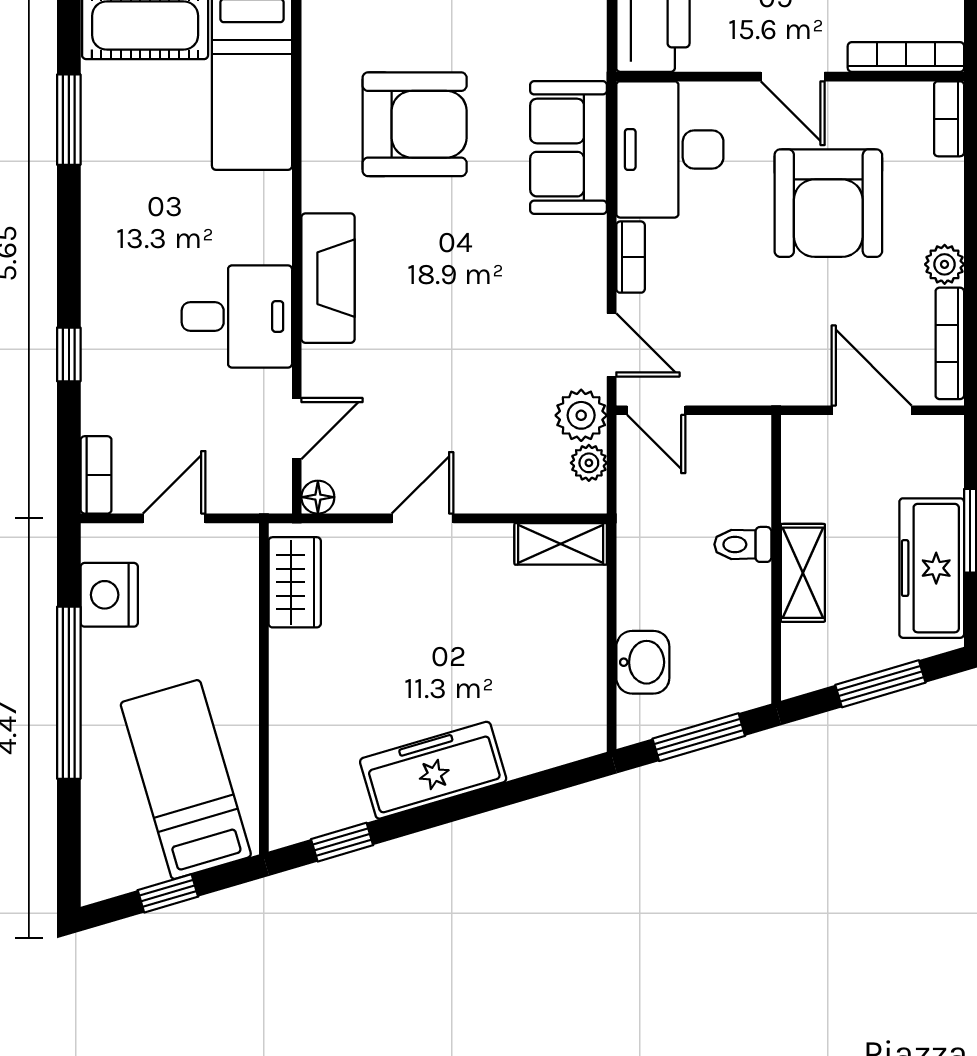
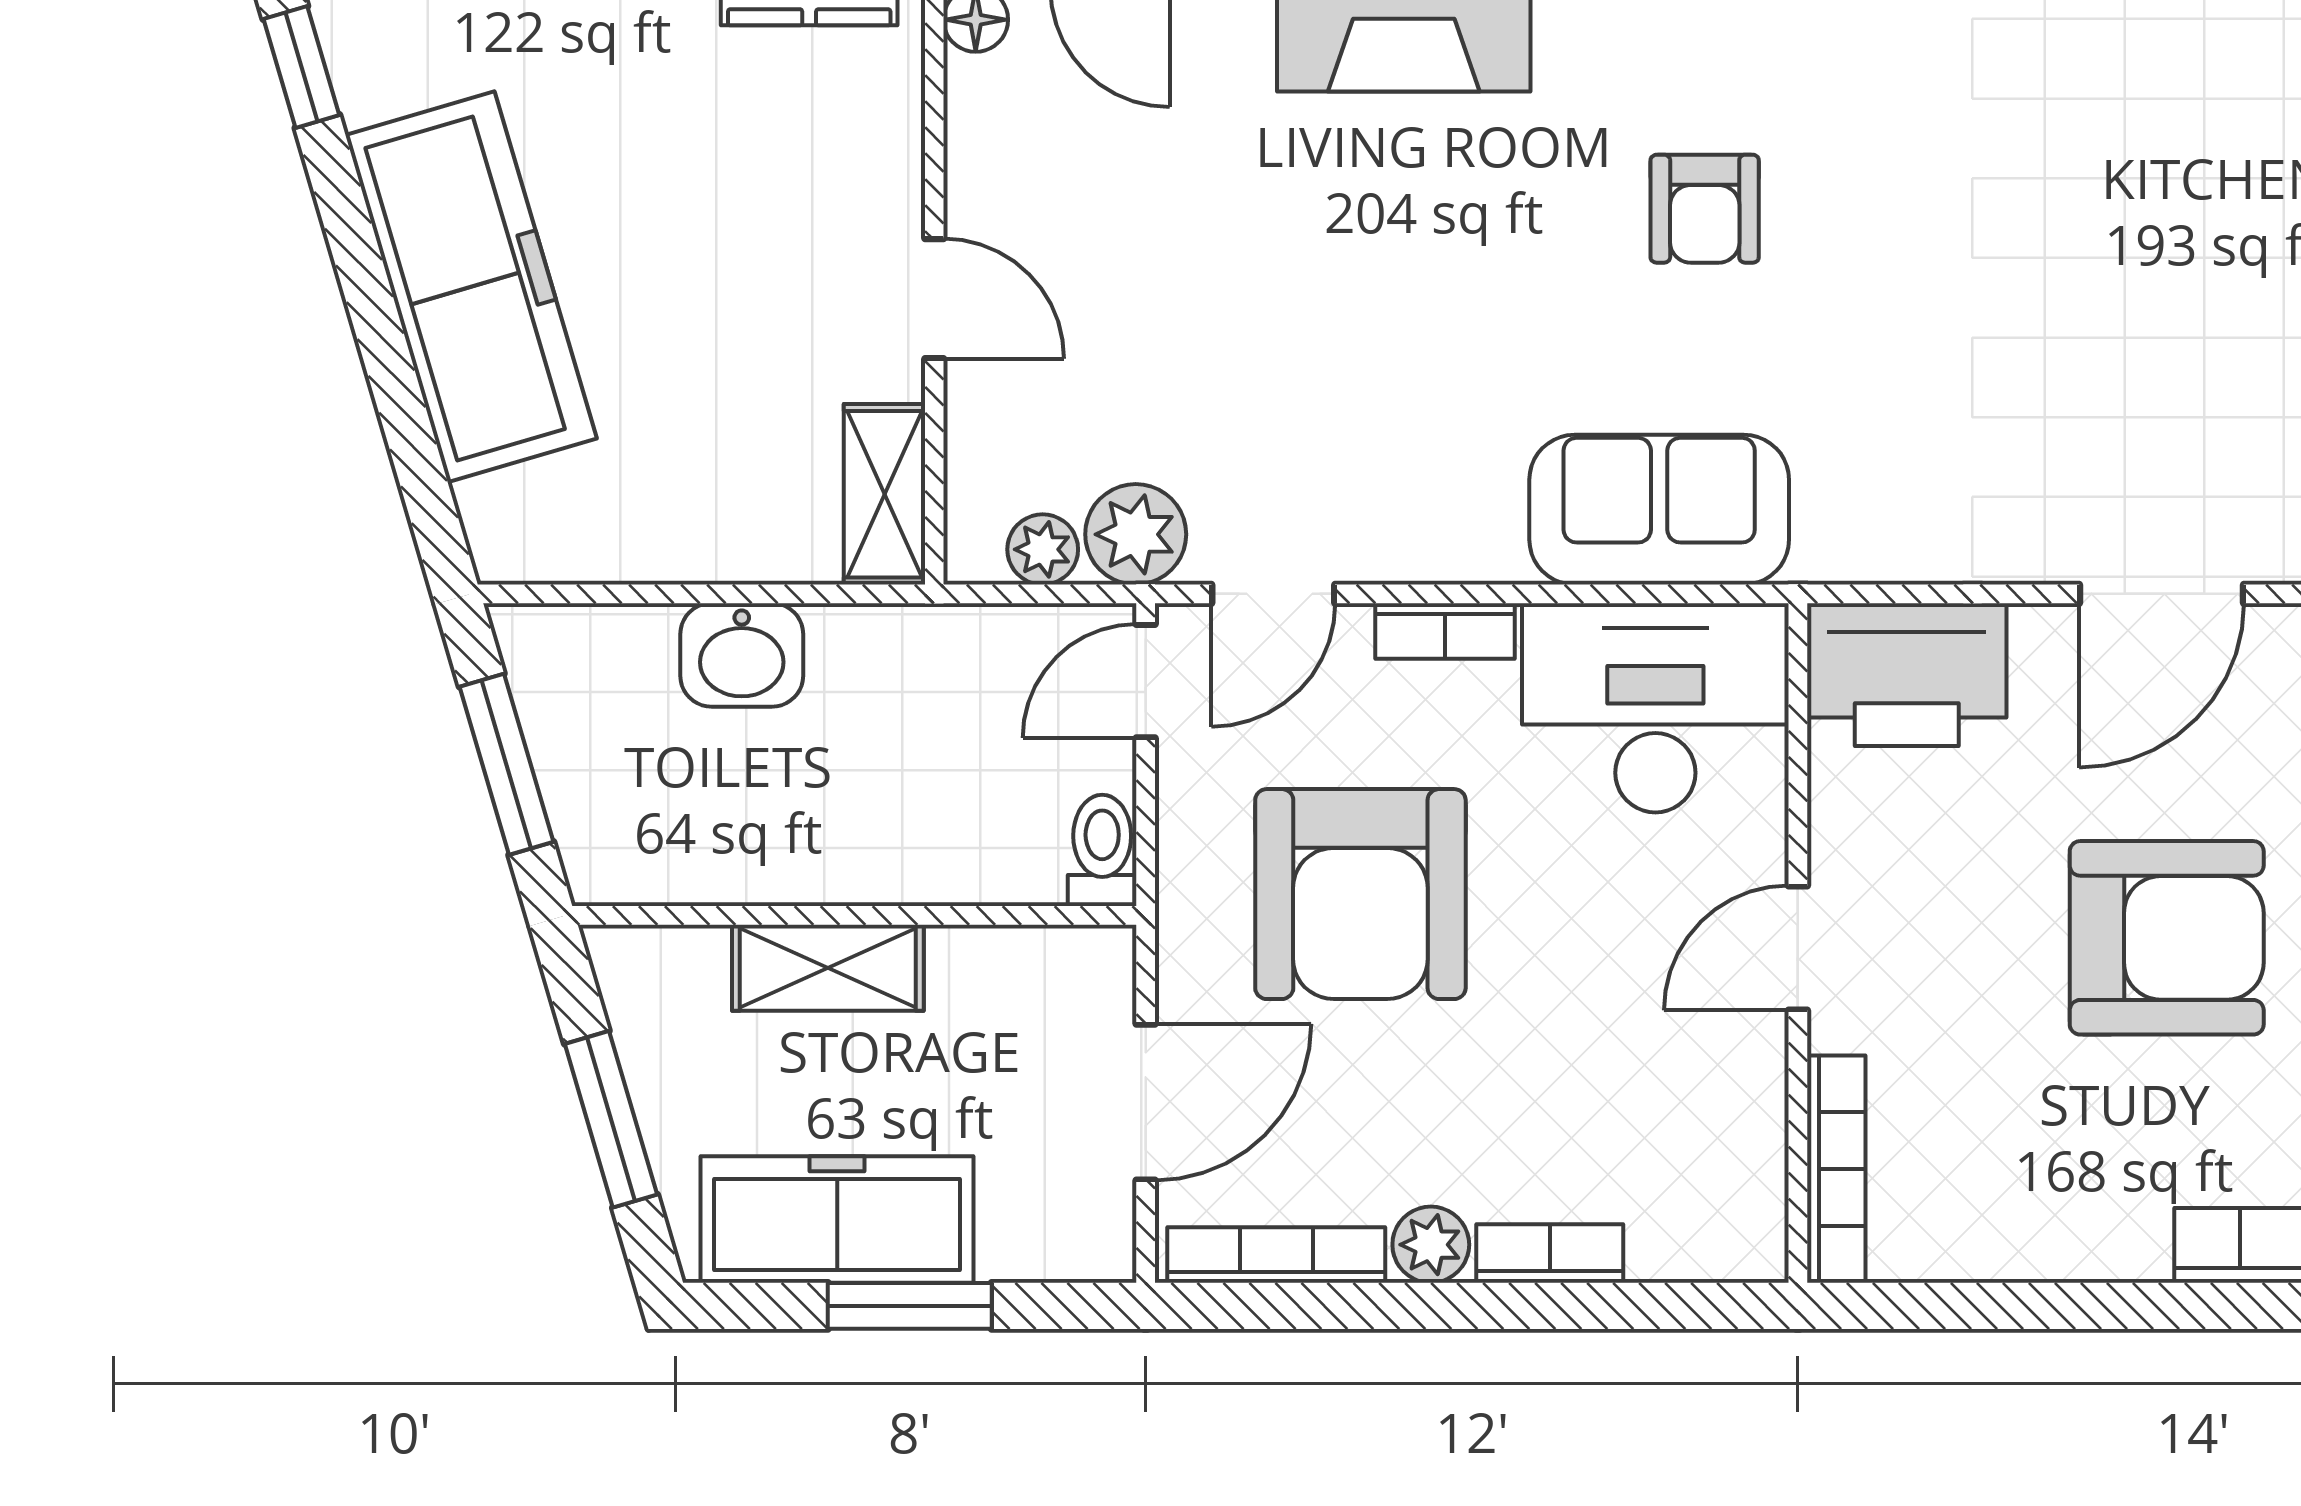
bookcase: (949, 119) -> (1550, 1254), moved
armchair: (415, 124) -> (1705, 209), width x0.53, depth x0.53
armchair: (828, 203) -> (1360, 894), moved, turned -90
door: (422, 518) -> (934, 299), moved
toilet: (743, 544) -> (1102, 850), moved
washbasin: (643, 662) -> (742, 655), moved
freezer: (433, 770) -> (471, 287), width x1.36, depth x1.26

